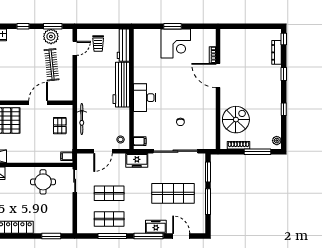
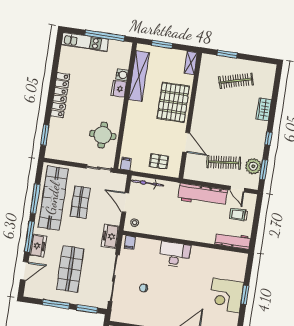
workbench: (121, 85) -> (203, 195), moved, turned 180
bicycle: (82, 119) -> (147, 183), moved
shop shelf: (109, 219) -> (53, 198), width x2.00, depth x1.36

